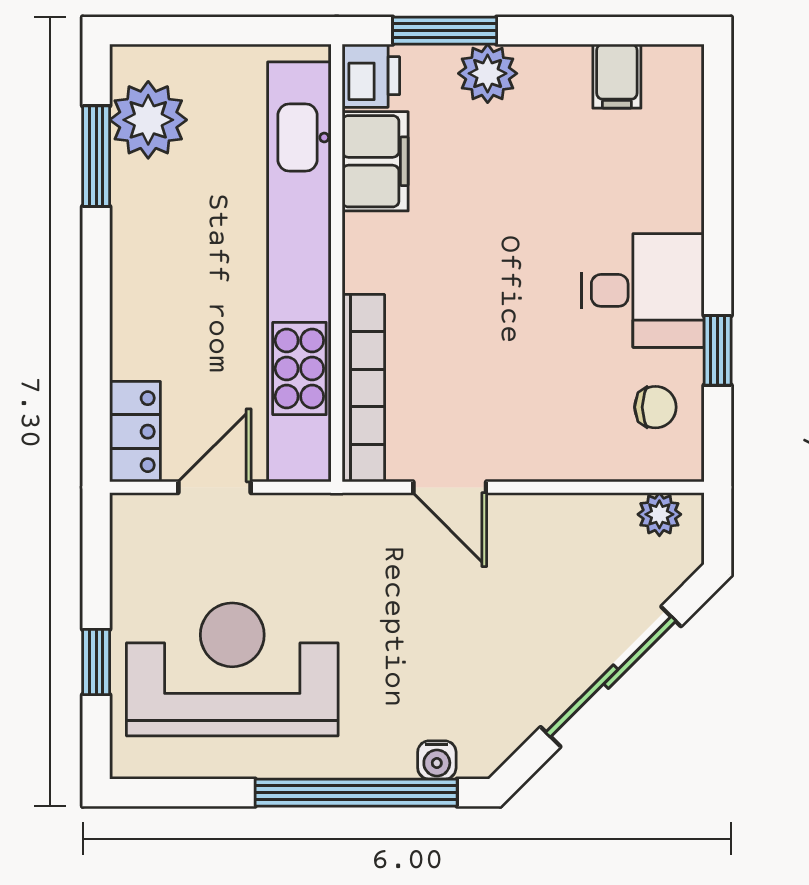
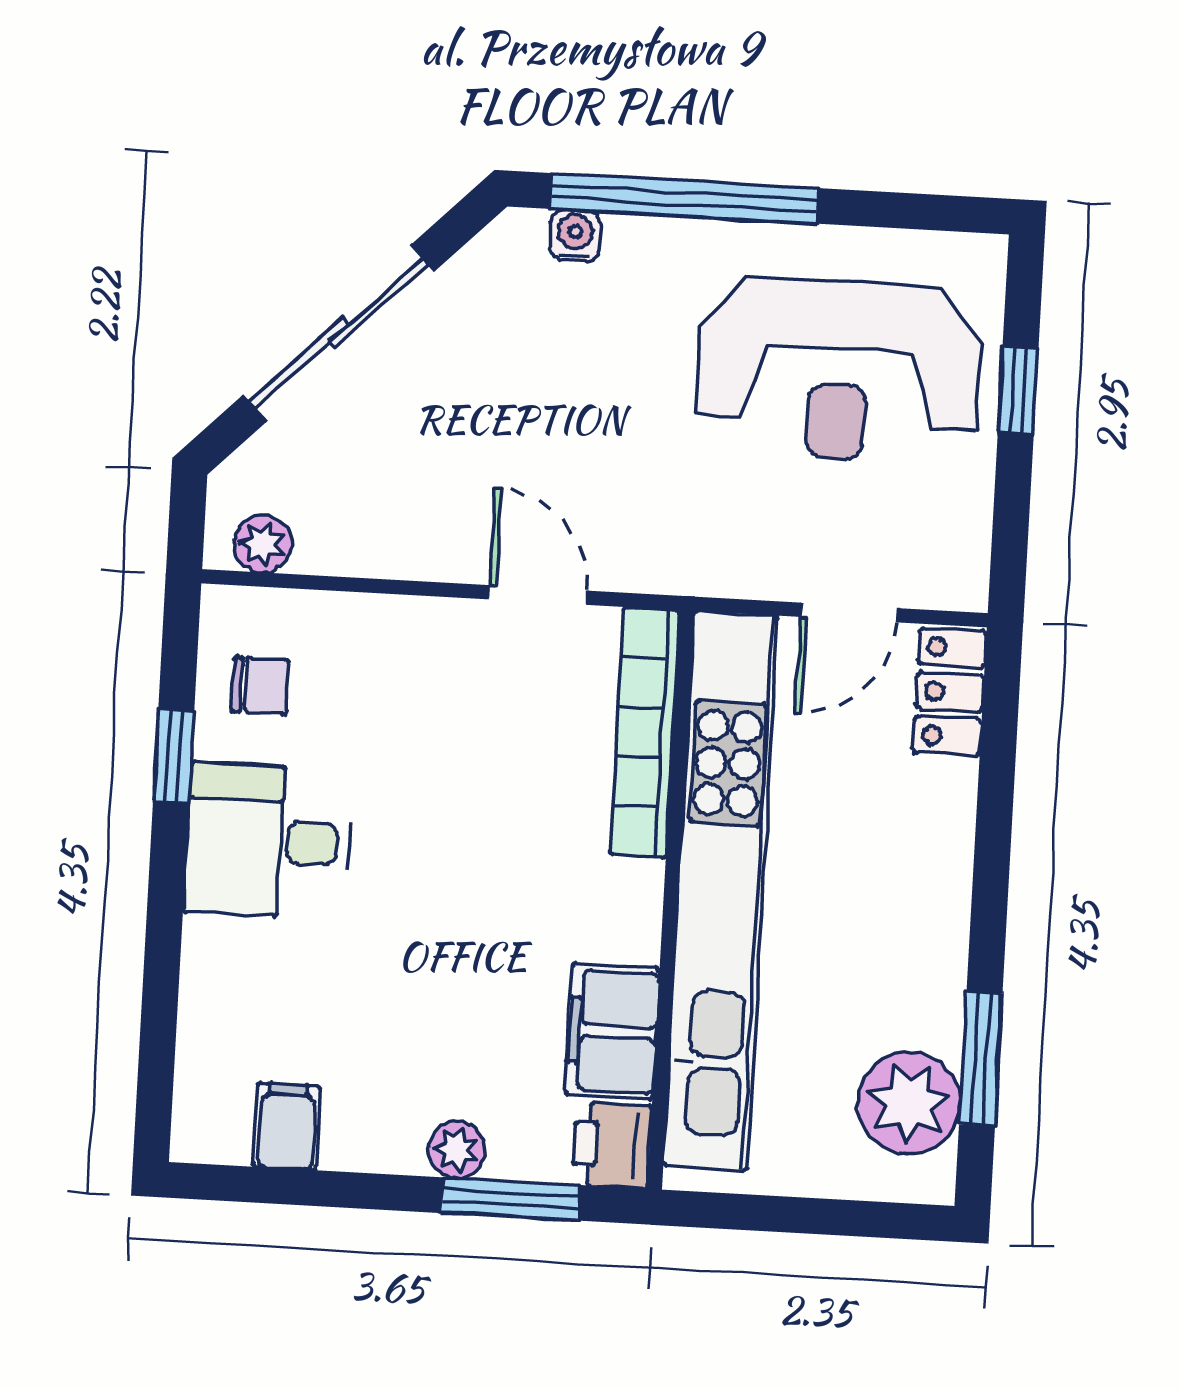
plant: (488, 73) -> (457, 1150), width x0.73, depth x0.73
chair: (655, 407) -> (260, 686), turned 180

